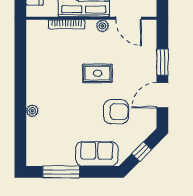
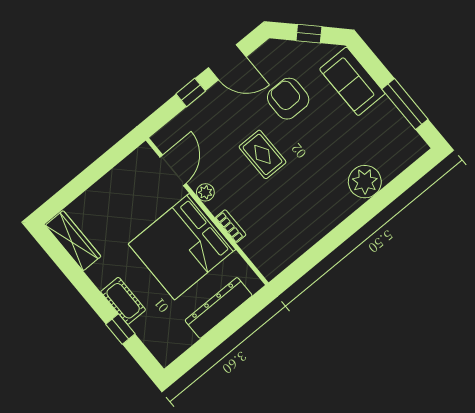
bookcase: (67, 24) -> (231, 226), width x0.64
window: (162, 62) -> (191, 92), width x0.67
plant: (32, 111) -> (365, 182), width x1.87, depth x1.87

